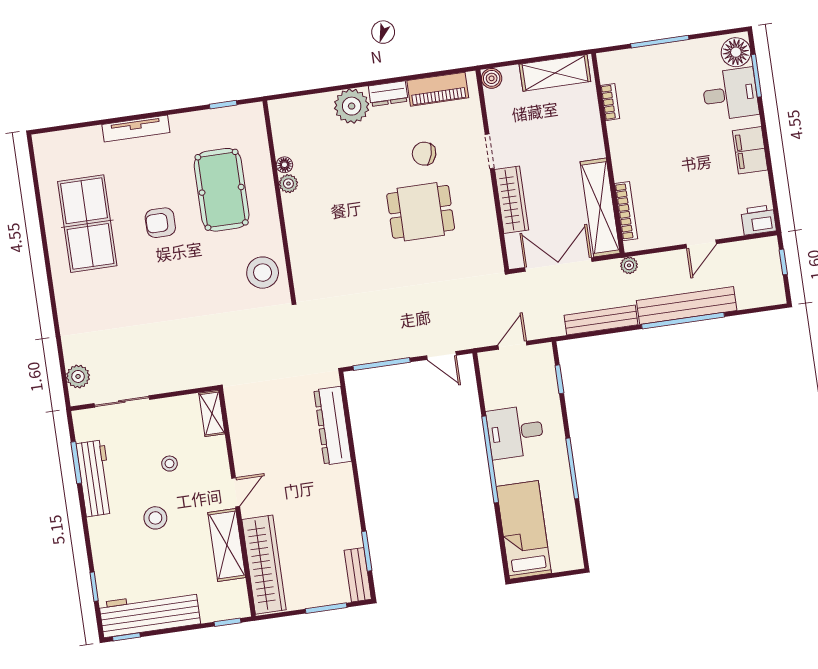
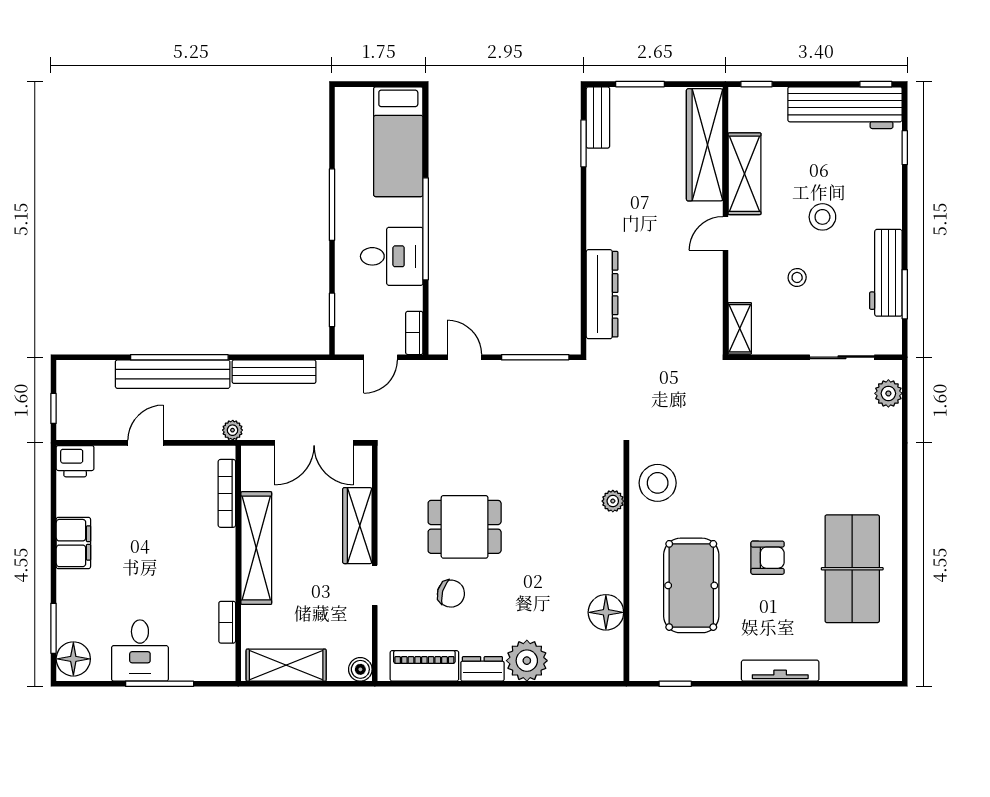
desk: (730, 94) -> (140, 651), moved, turned -90
floor lamp: (284, 165) -> (606, 612), width x1.89, depth x1.89
plant: (288, 184) -> (613, 501), moved
shelving: (600, 207) -> (256, 548), moved
bookcase: (487, 370) -> (414, 333), added

